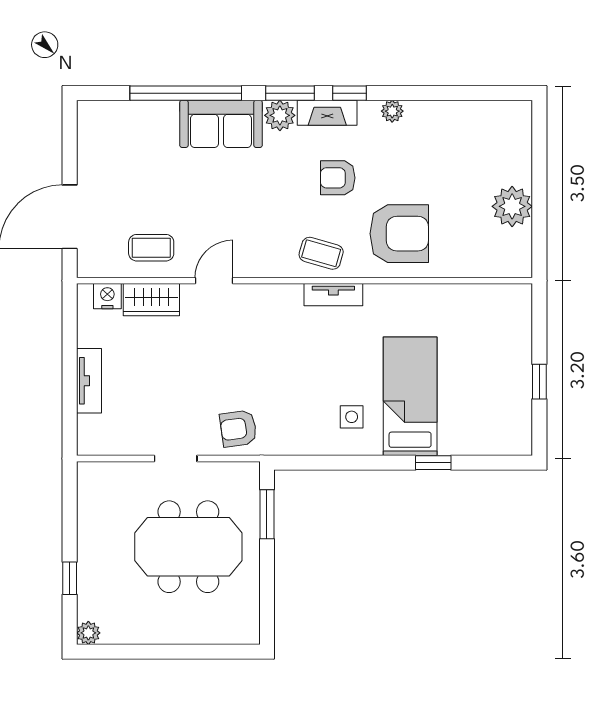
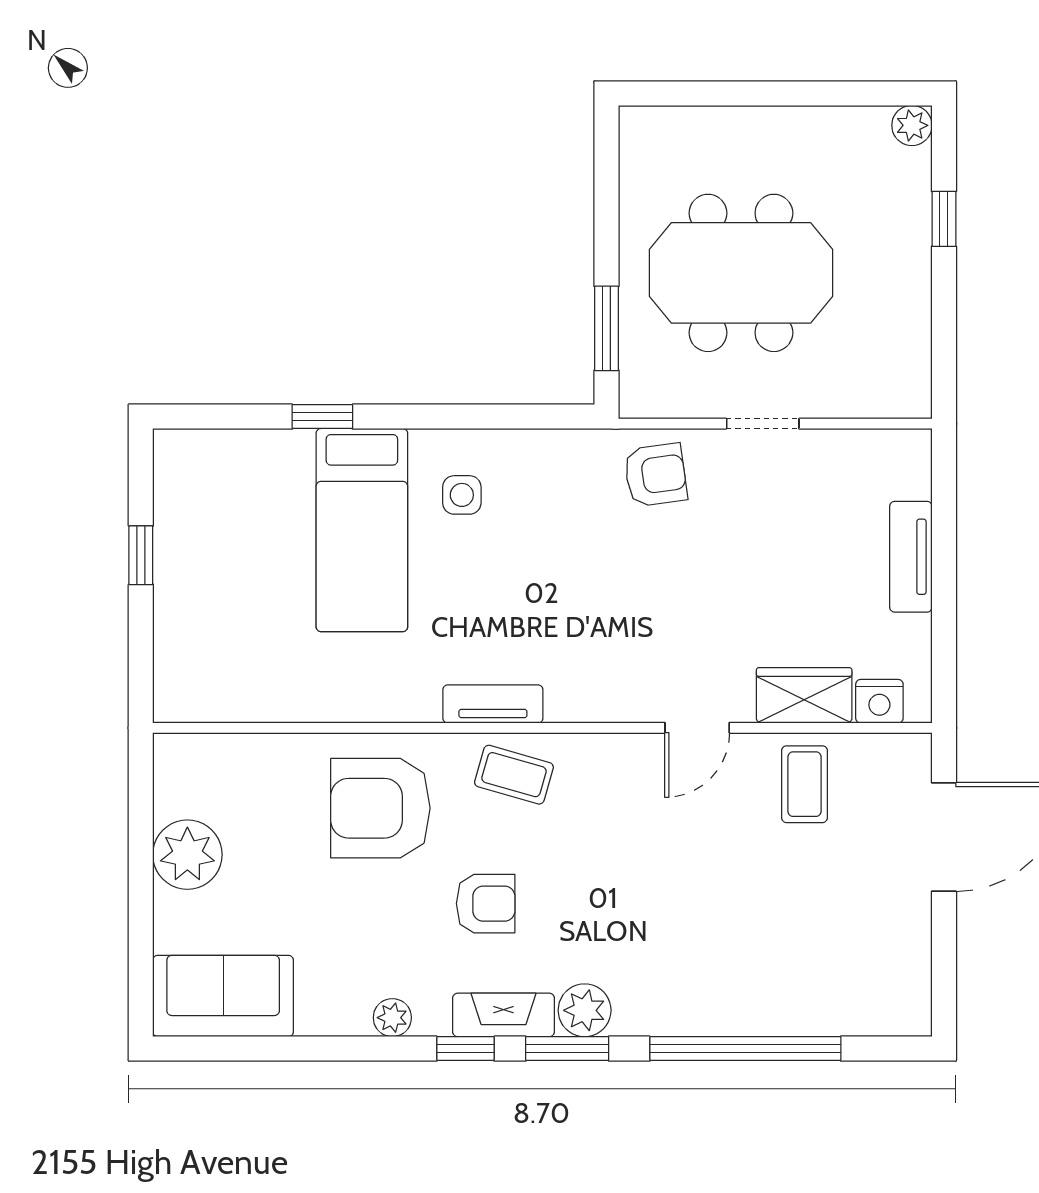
sofa: (221, 124) -> (223, 996), moved
coffee table: (151, 248) -> (804, 784), turned 90

